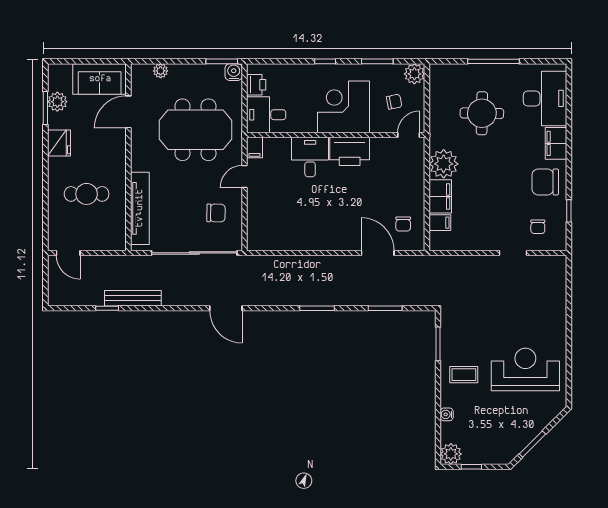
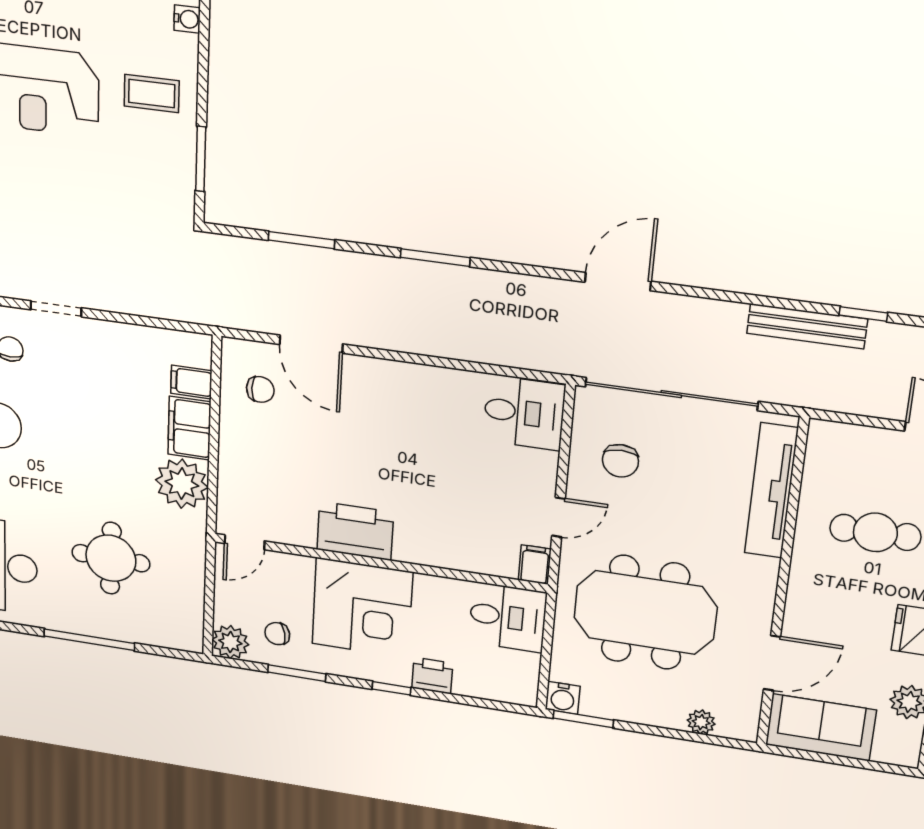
printer: (256, 85) -> (432, 676), moved, turned 90
chair: (394, 102) -> (277, 634), moved
desk: (310, 157) -> (524, 413), moved, turned -90
chair: (216, 213) -> (620, 461), turned -91
chair: (403, 224) -> (260, 389), turned 90
door: (226, 308) -> (618, 282), hinge flipped

